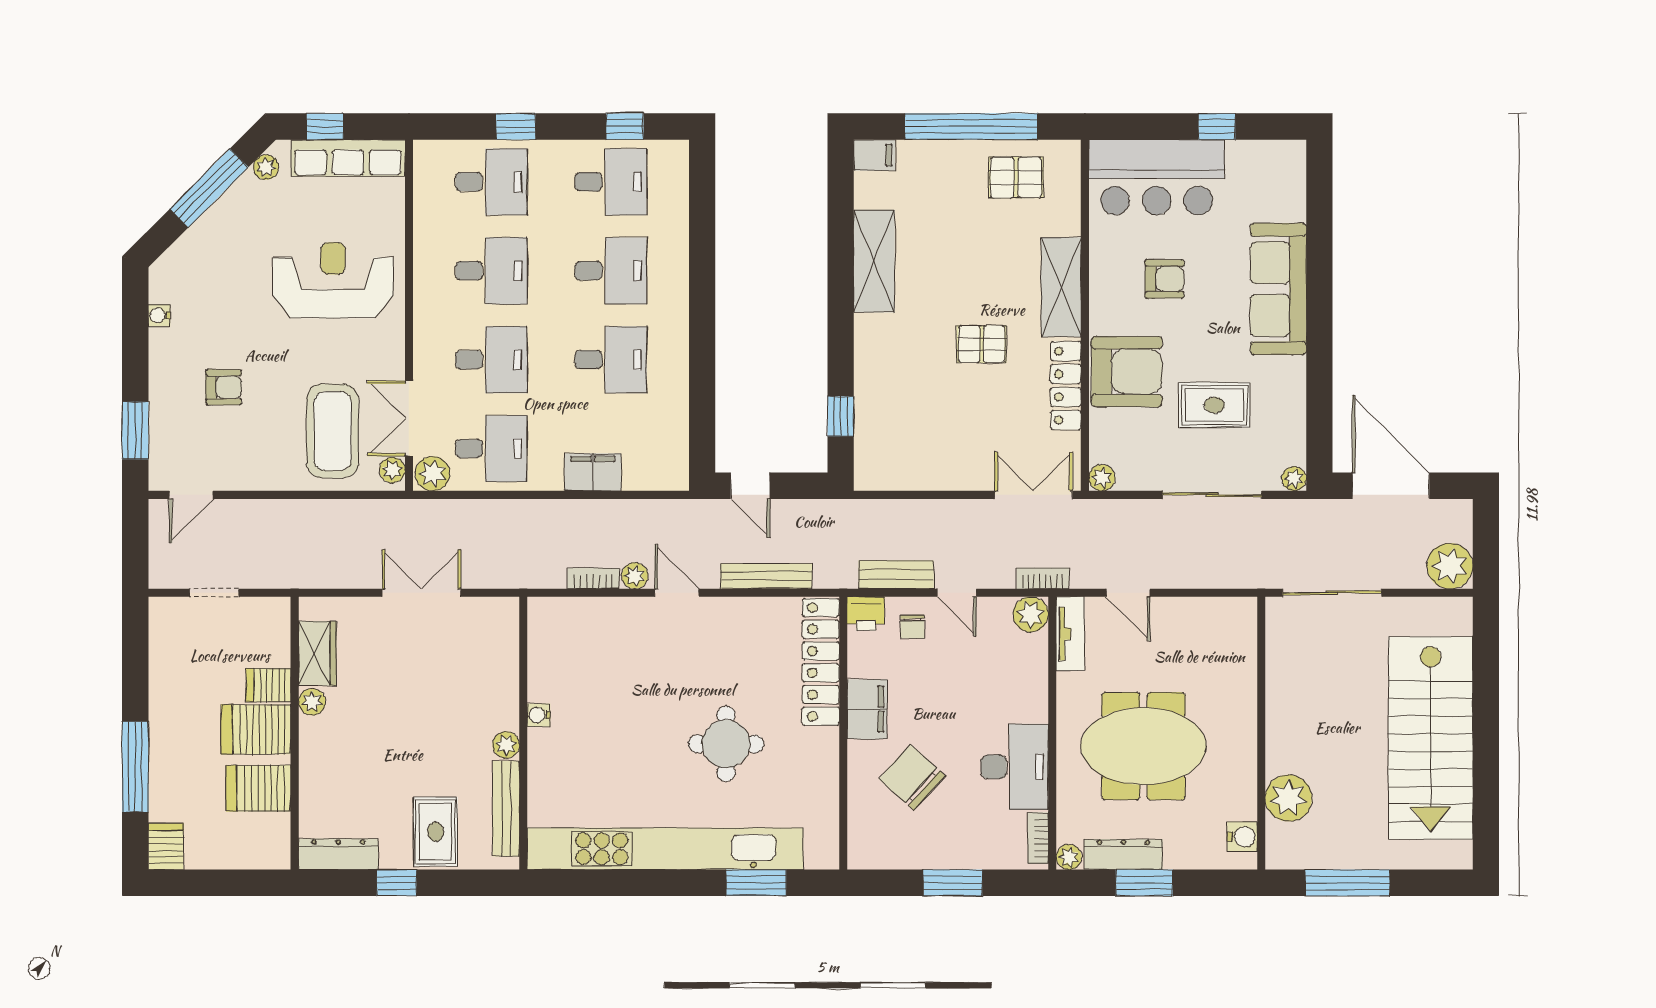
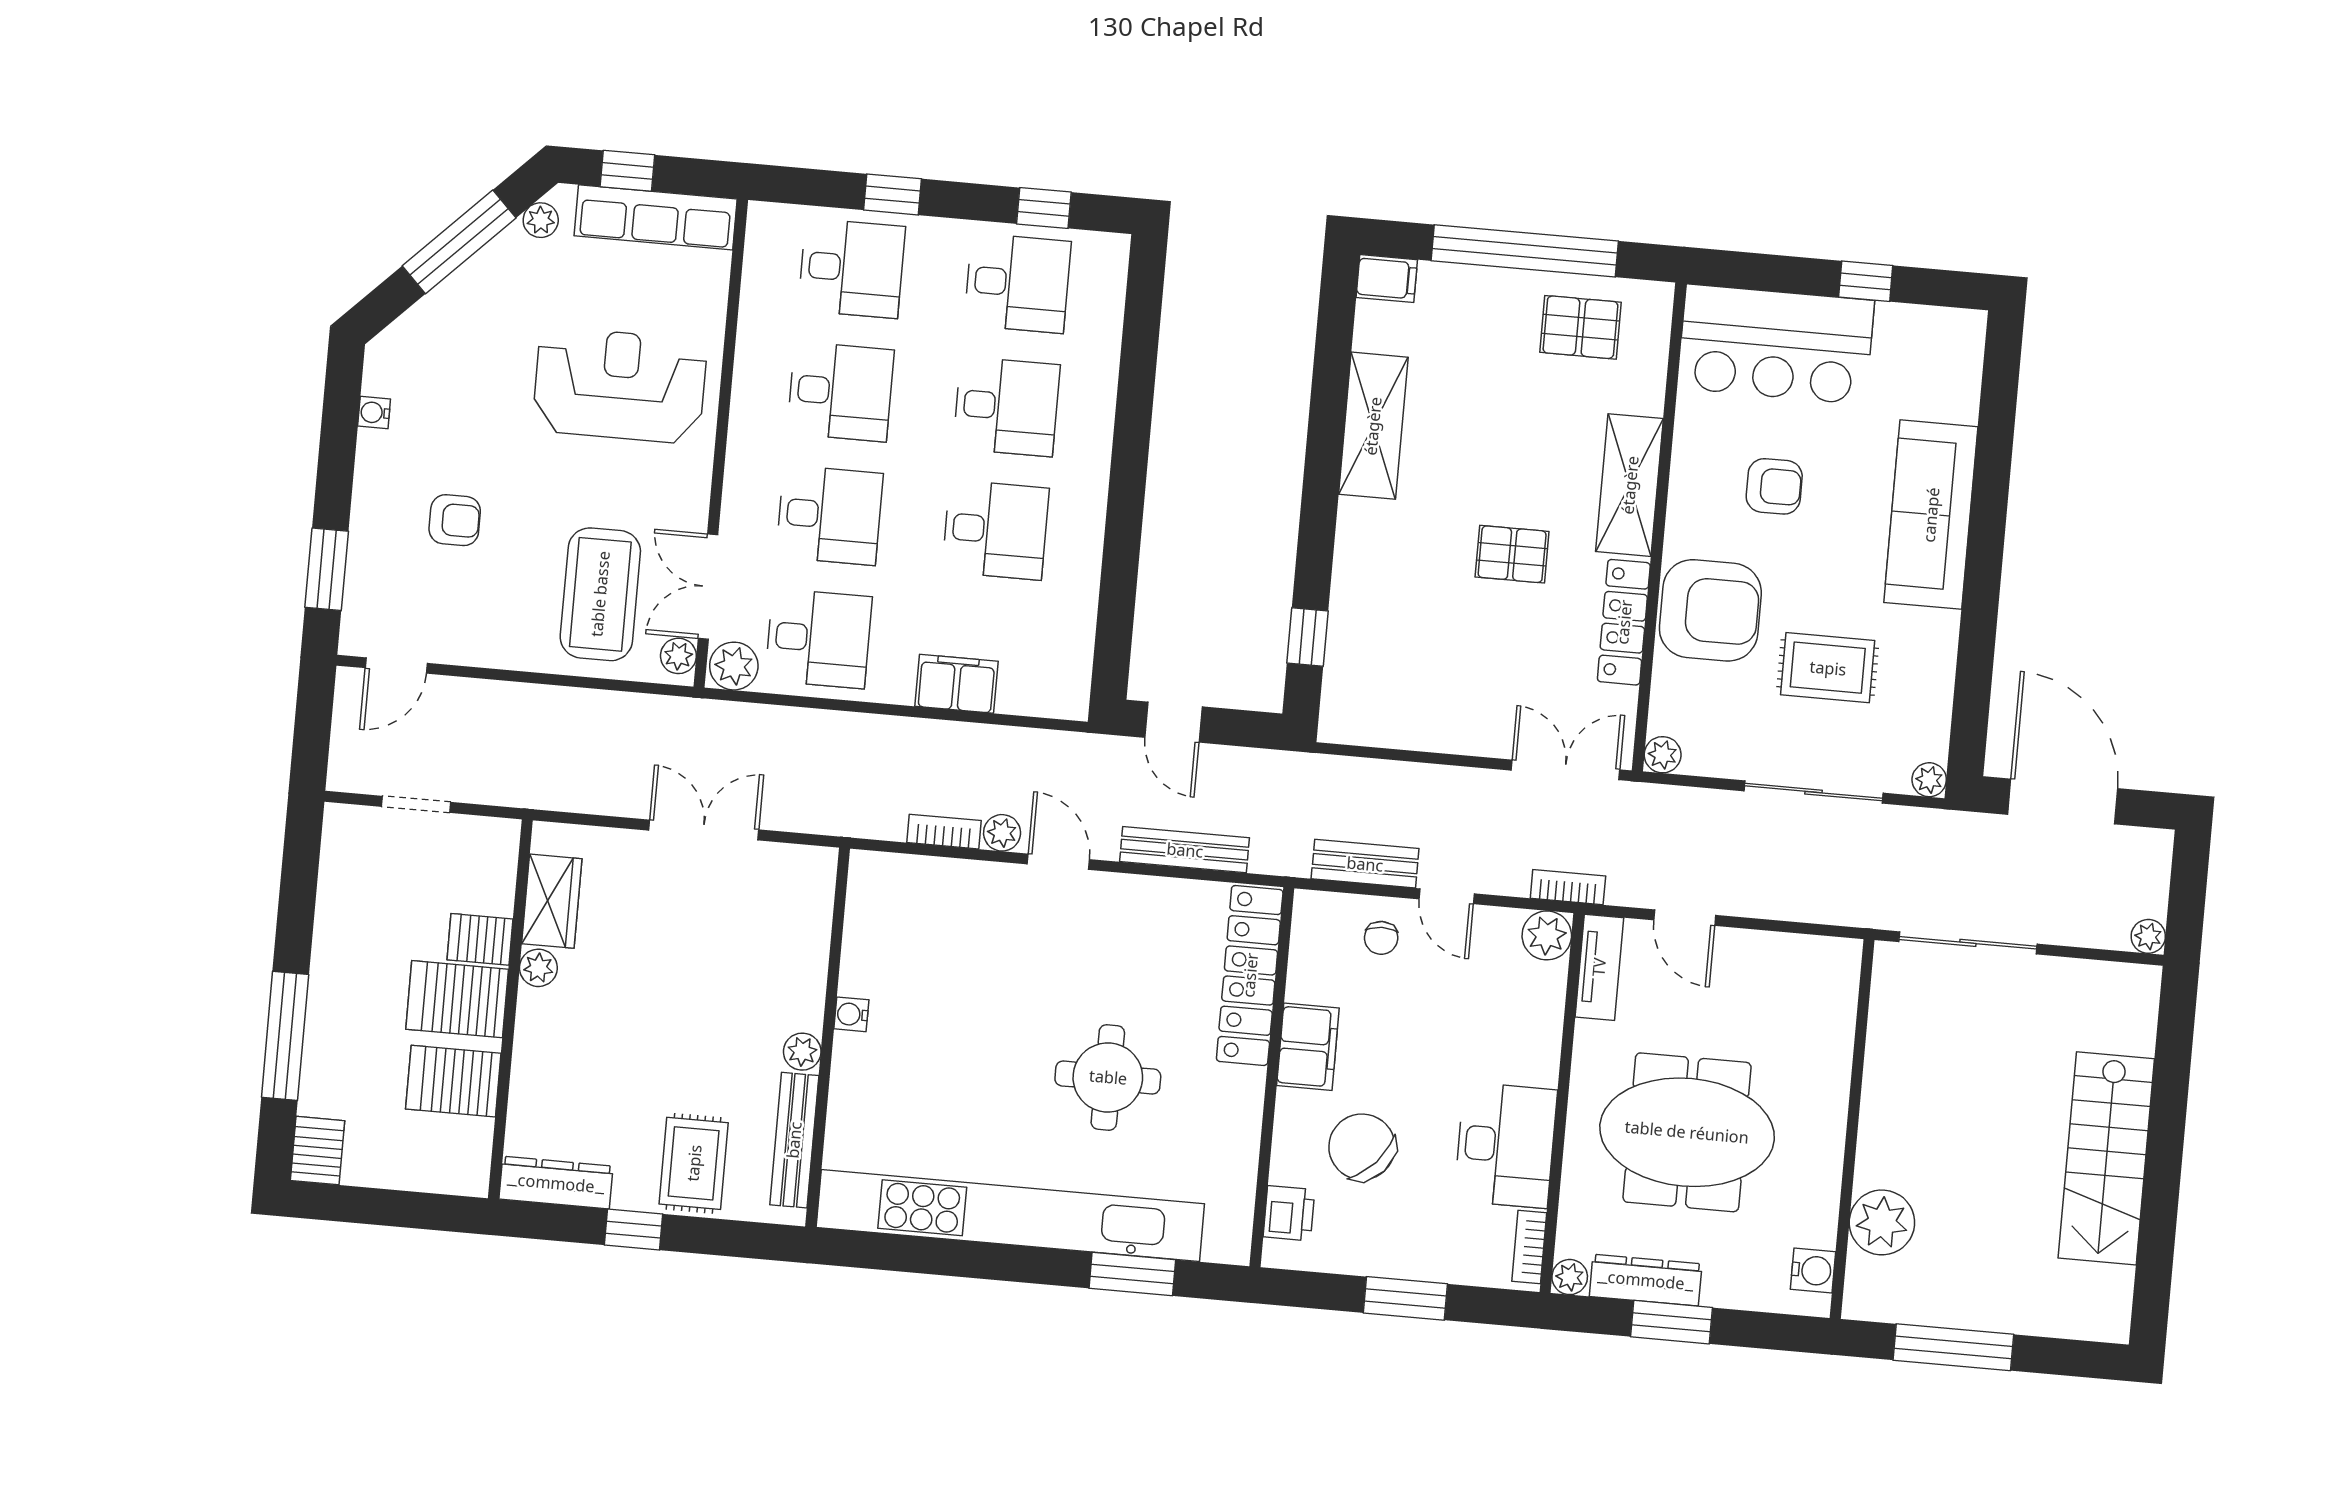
plant: (1450, 566) -> (2148, 936), width x0.53, depth x0.53
printer: (866, 614) -> (1289, 1213), moved, turned -90
stairs: (1431, 738) -> (2106, 1158), width x0.73, depth x0.66

